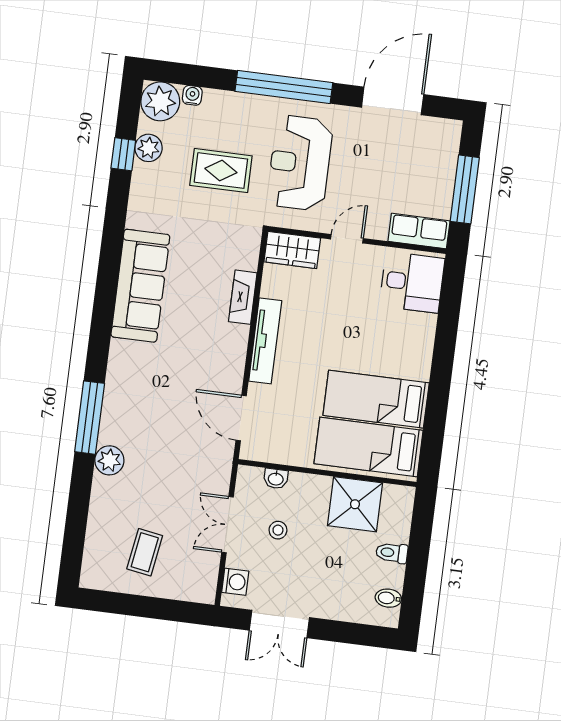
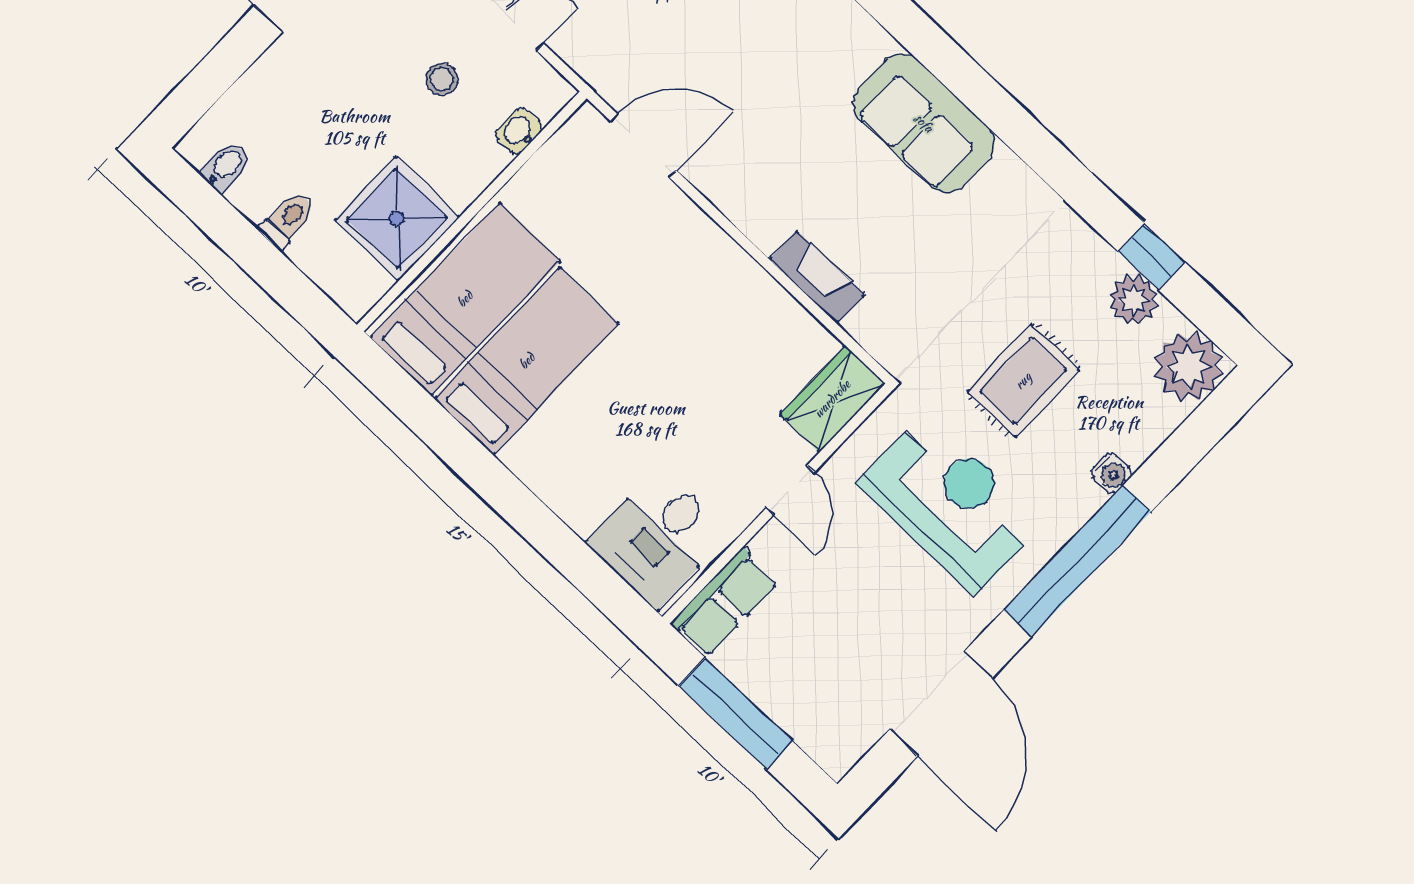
water cooler: (192, 95) -> (1111, 473), moved
sofa: (140, 286) -> (924, 123), width x0.73
tv unit: (265, 341) -> (730, 263), removed

